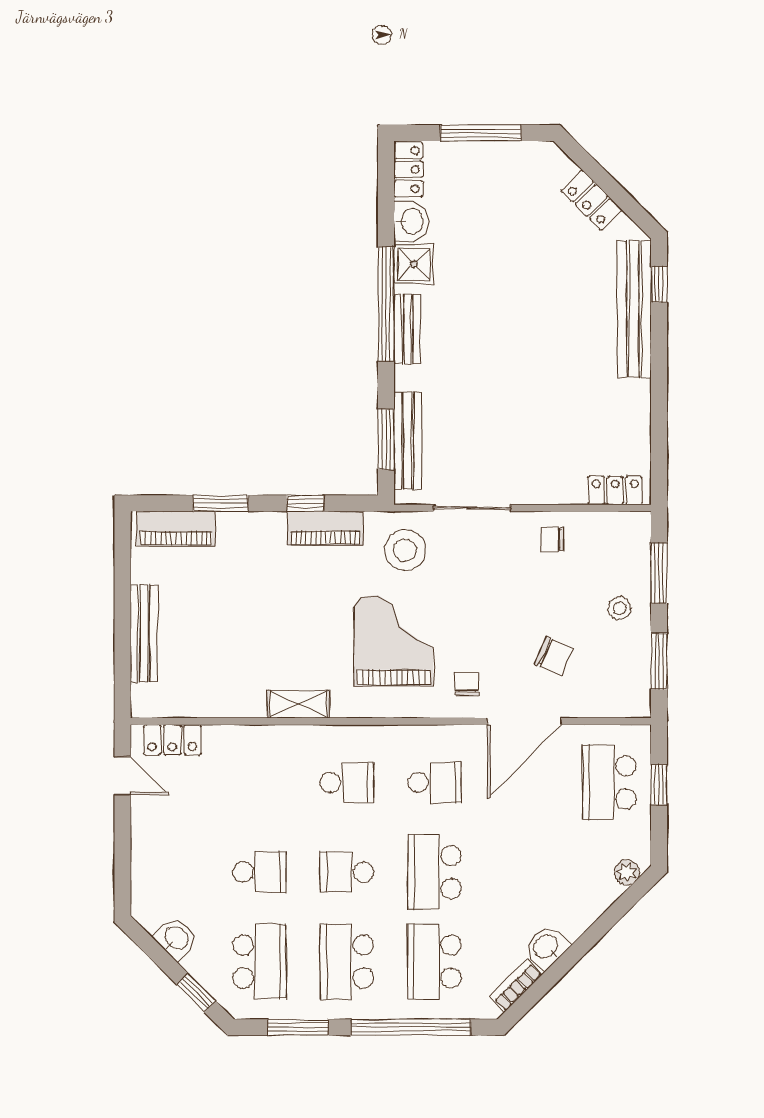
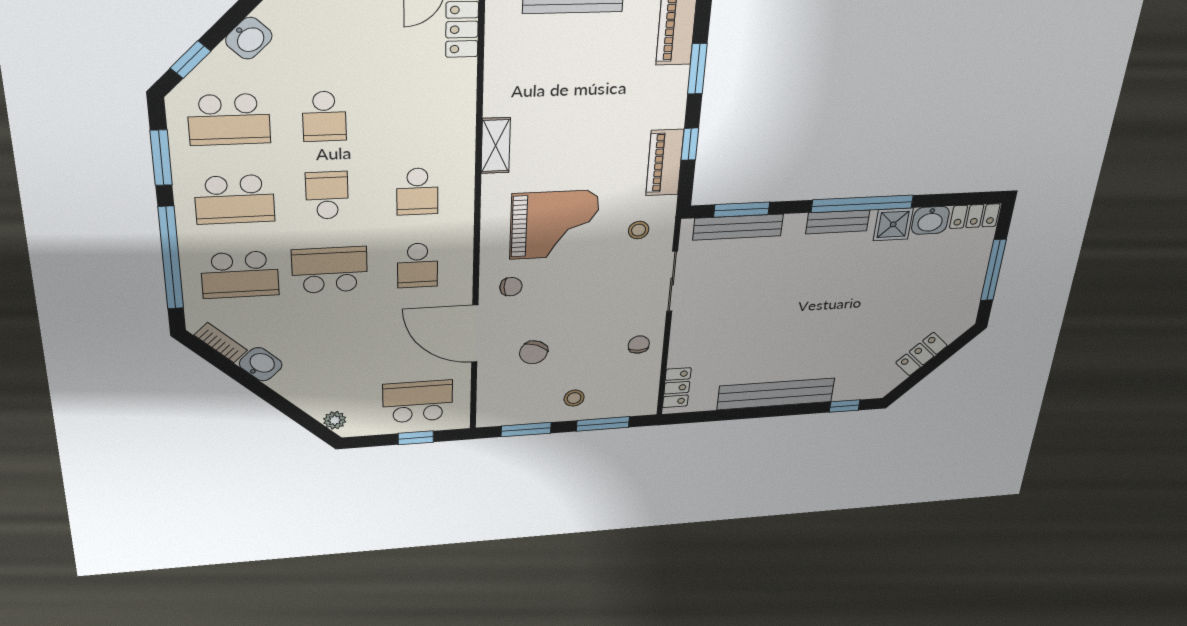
bench: (634, 309) -> (776, 394), moved
stool: (405, 550) -> (639, 230), width x0.53, depth x0.53
school desk: (347, 962) -> (235, 199), turned 180
school desk: (434, 962) -> (240, 275), turned 180

